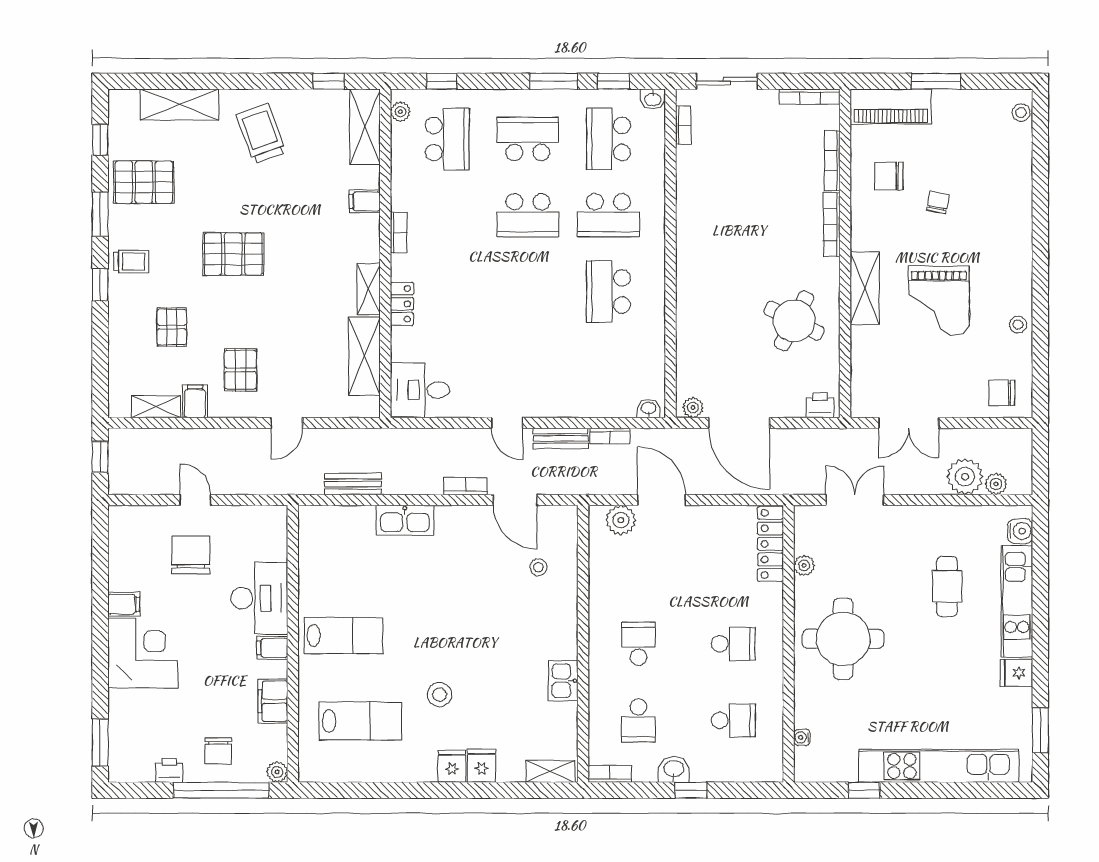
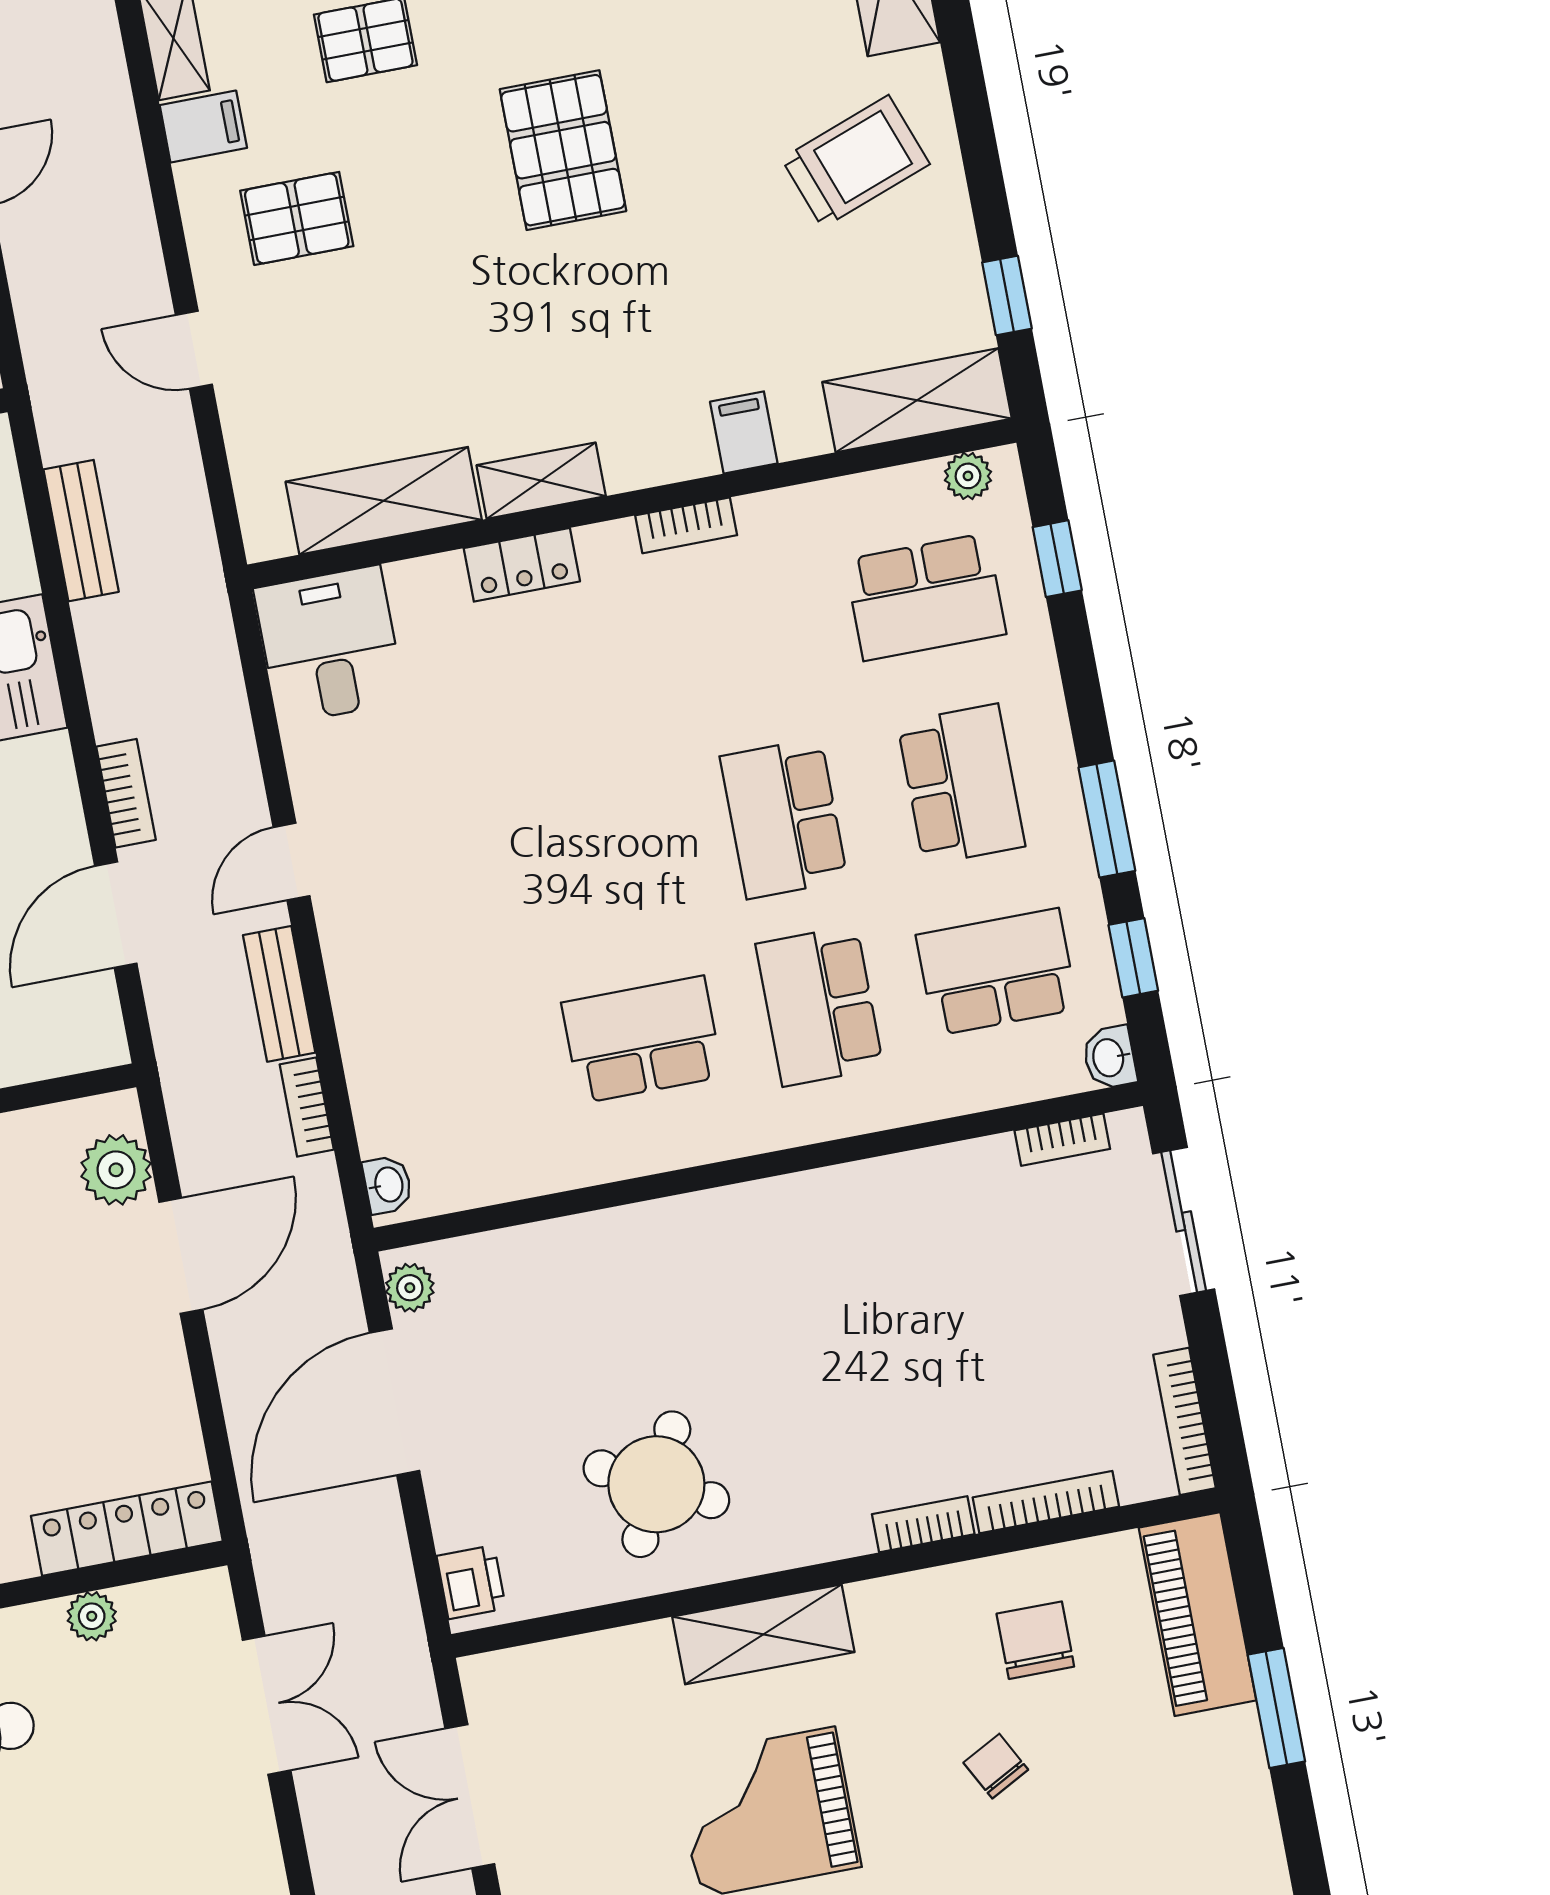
chair: (938, 202) -> (996, 1766), turned -129
bookcase: (832, 225) -> (923, 1524), width x0.64

